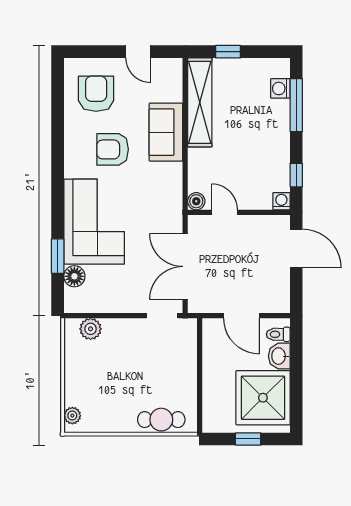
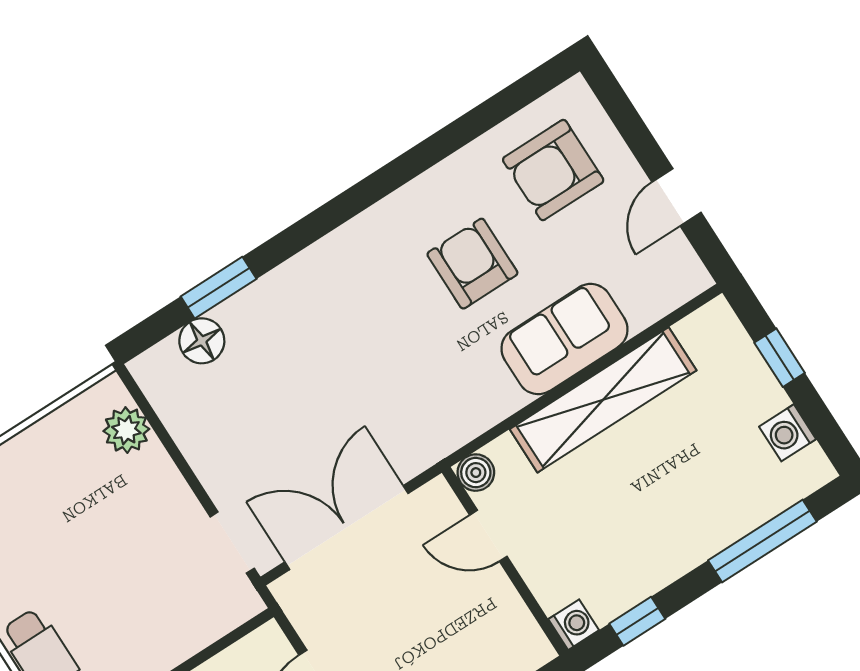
washing machine: (280, 88) -> (788, 433), moved, turned -90
armchair: (96, 94) -> (553, 170), turned 180
shelving: (200, 102) -> (603, 400), moved
door: (224, 212) -> (488, 536), swing flipped
corner sofa: (94, 222) -> (322, 313), removed

